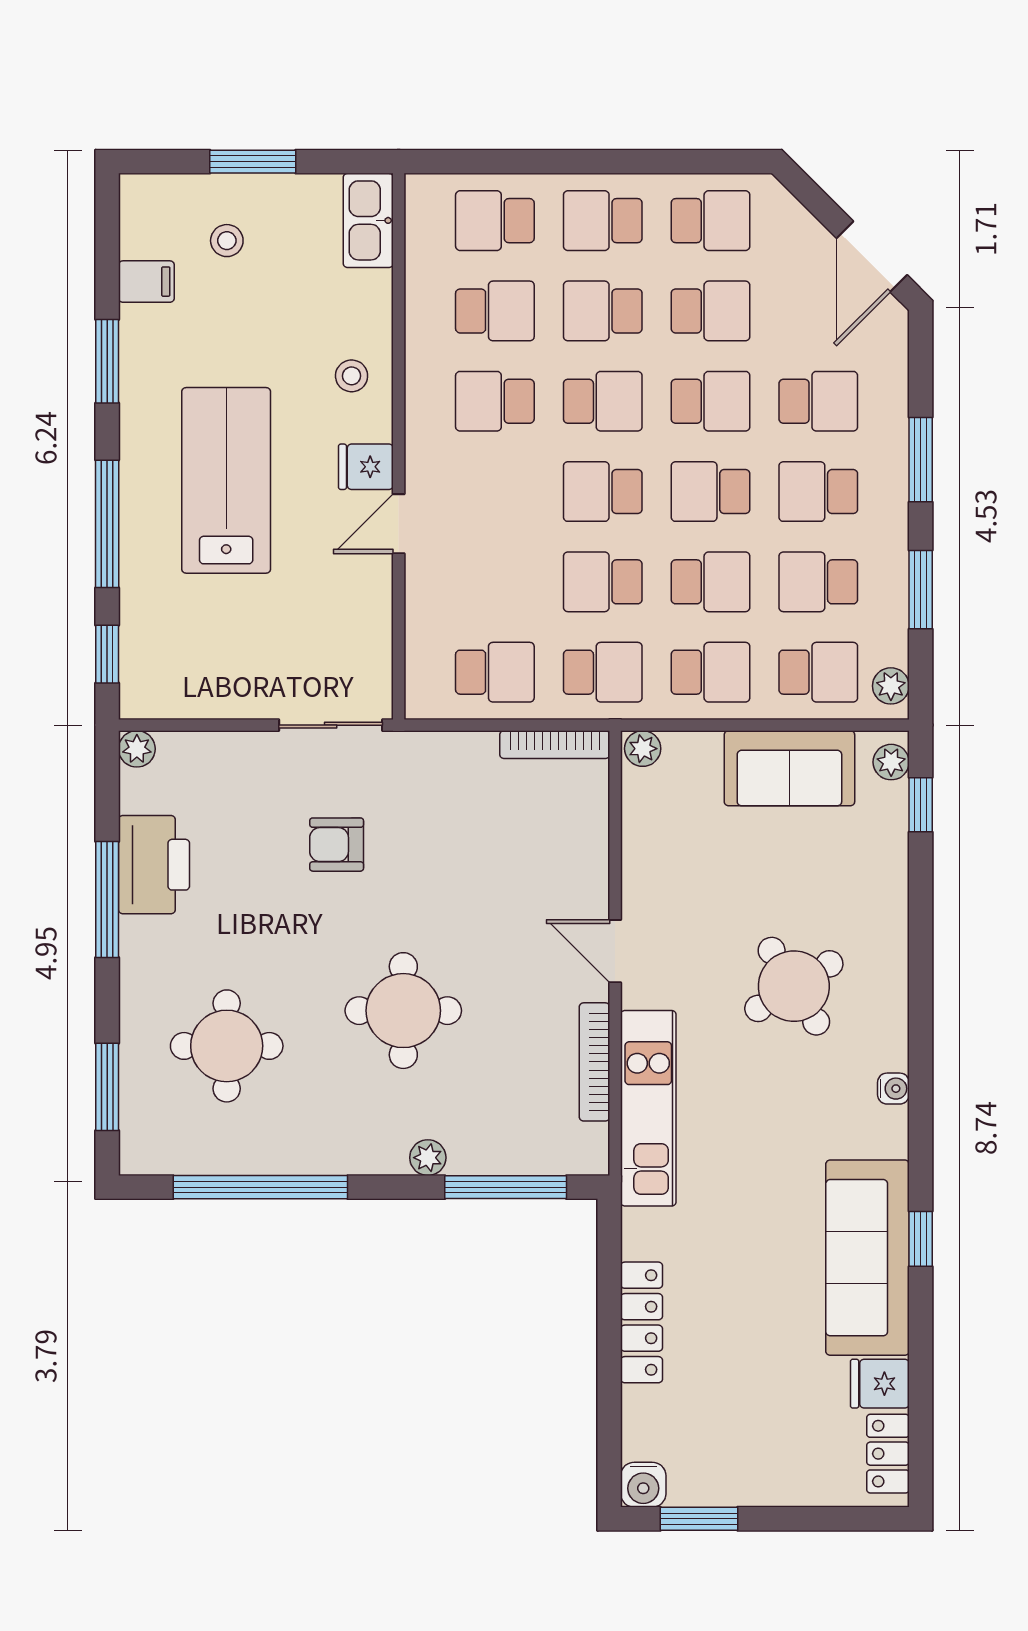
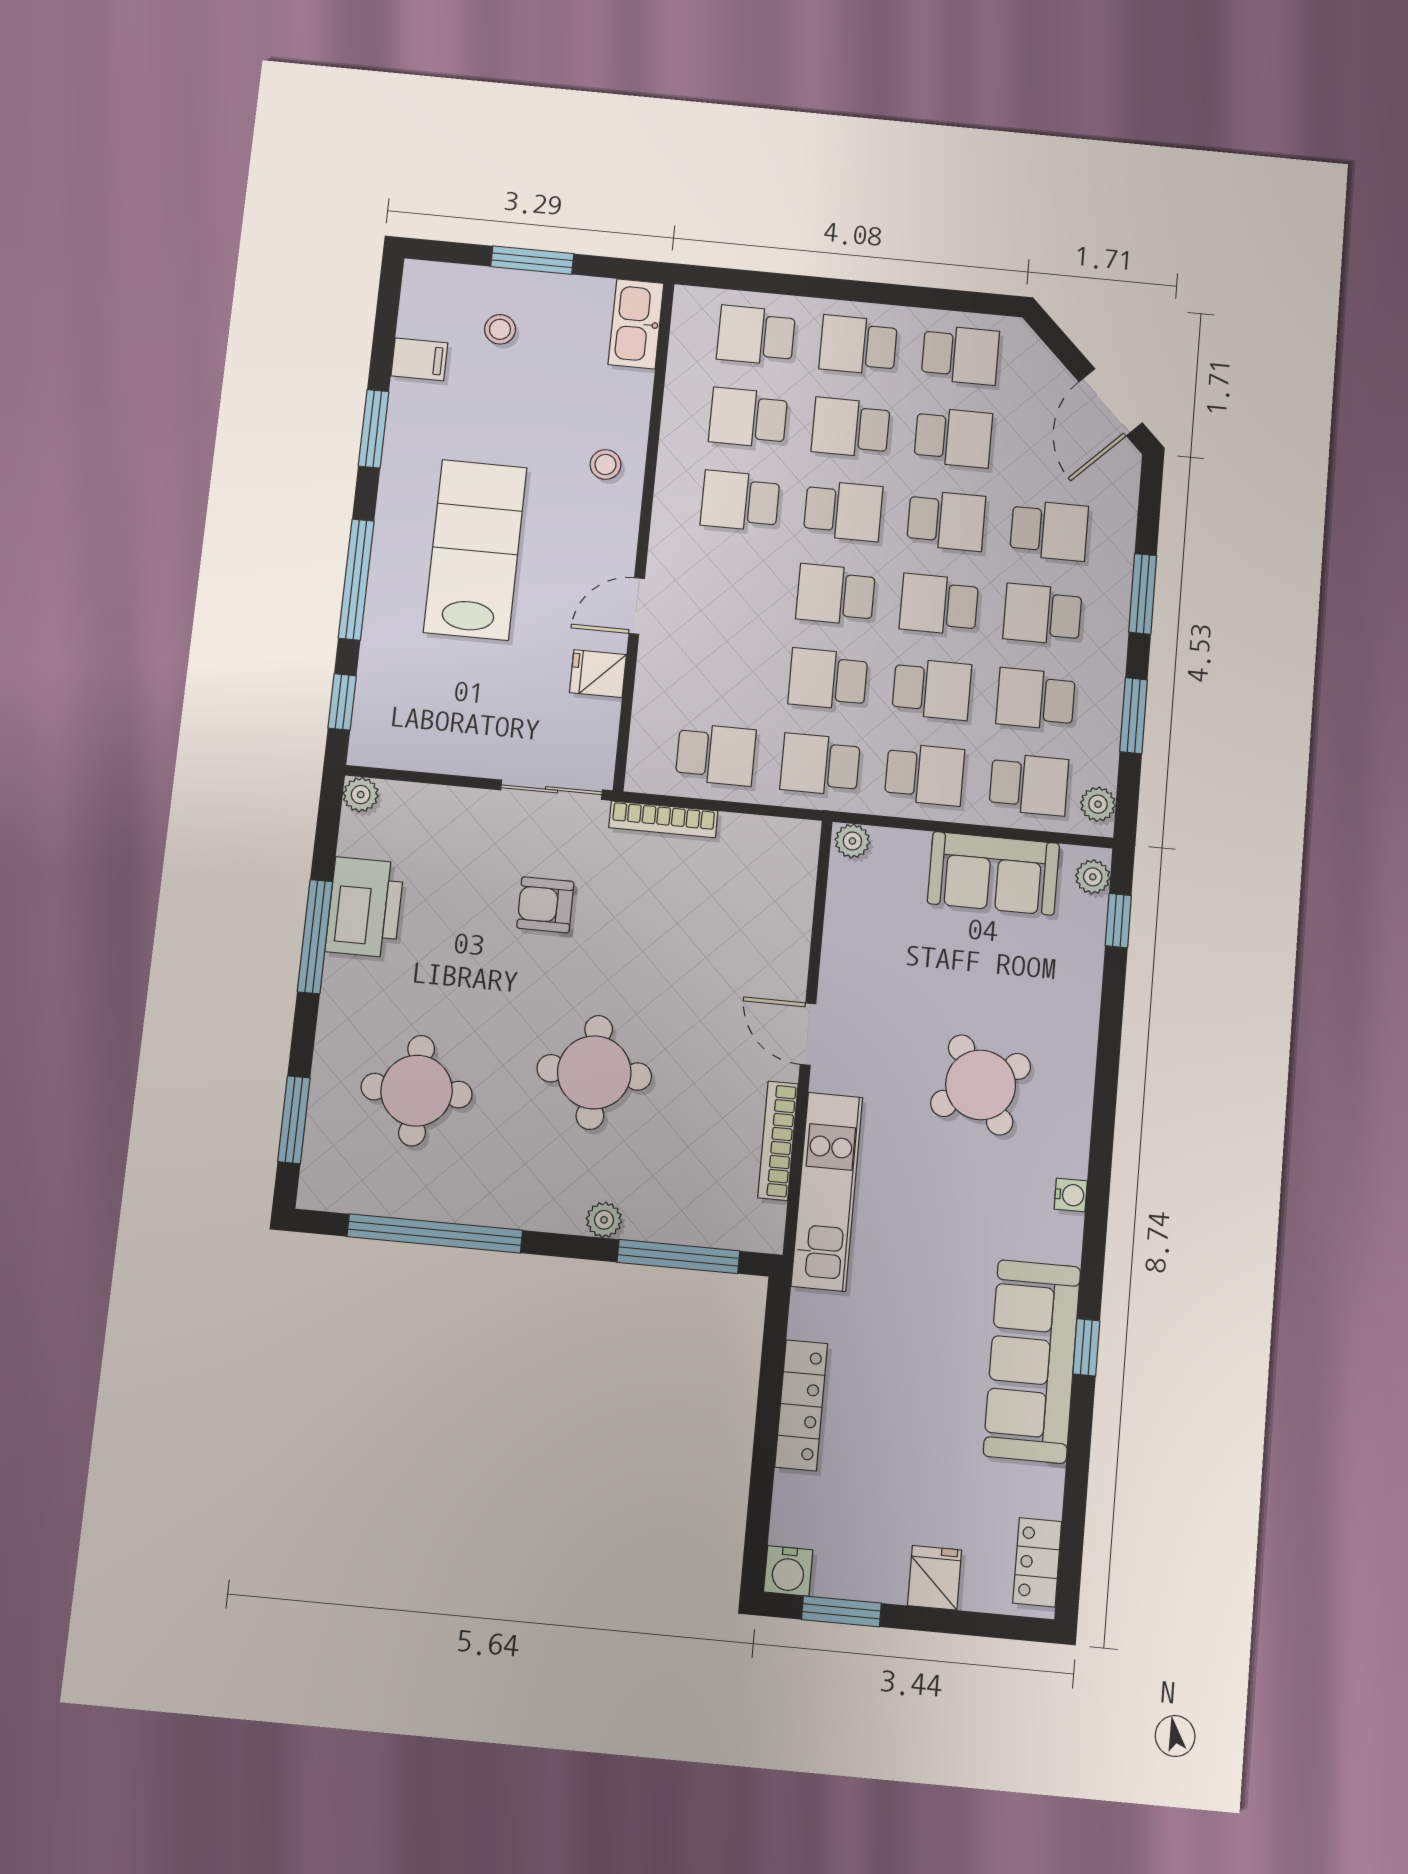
school desk: (495, 311) -> (748, 418), turned 180
fridge: (366, 467) -> (598, 674), moved
school desk: (603, 672) -> (820, 765), turned 180
bookcase: (555, 745) -> (663, 819), moved
fridge: (880, 1384) -> (935, 1578), moved, turned 90

